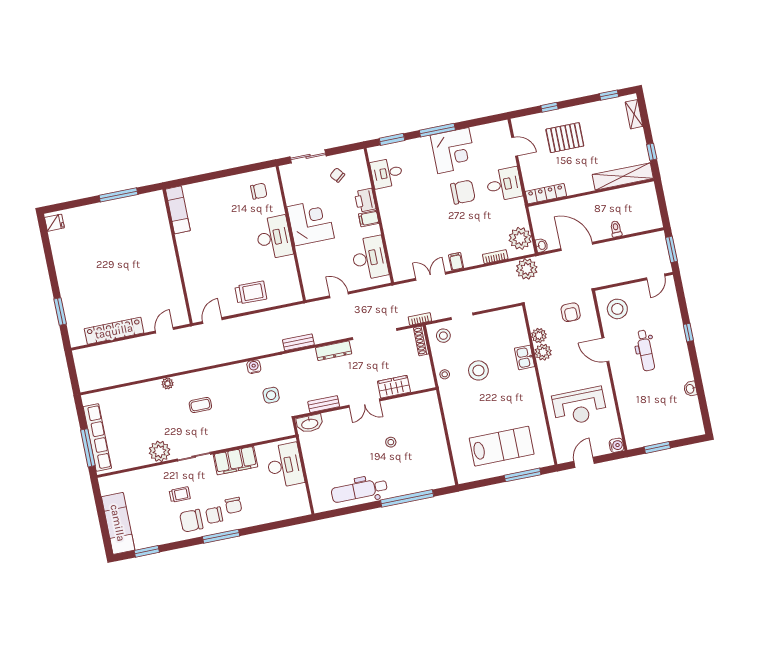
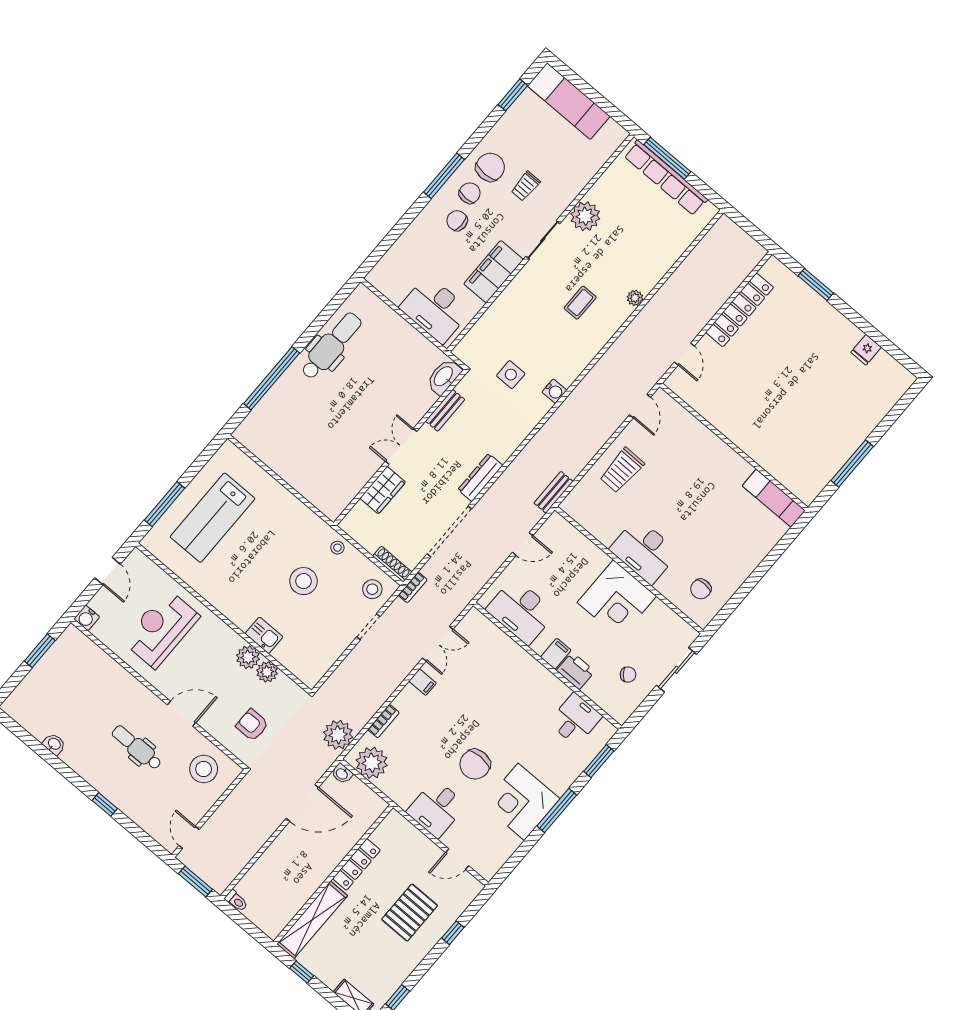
locker: (546, 194) -> (356, 864), moved
fridge: (54, 223) -> (866, 350), moved
toilet: (616, 229) -> (236, 901), moved
bench: (298, 342) -> (553, 492), moved
stool: (391, 442) -> (338, 426), removed

